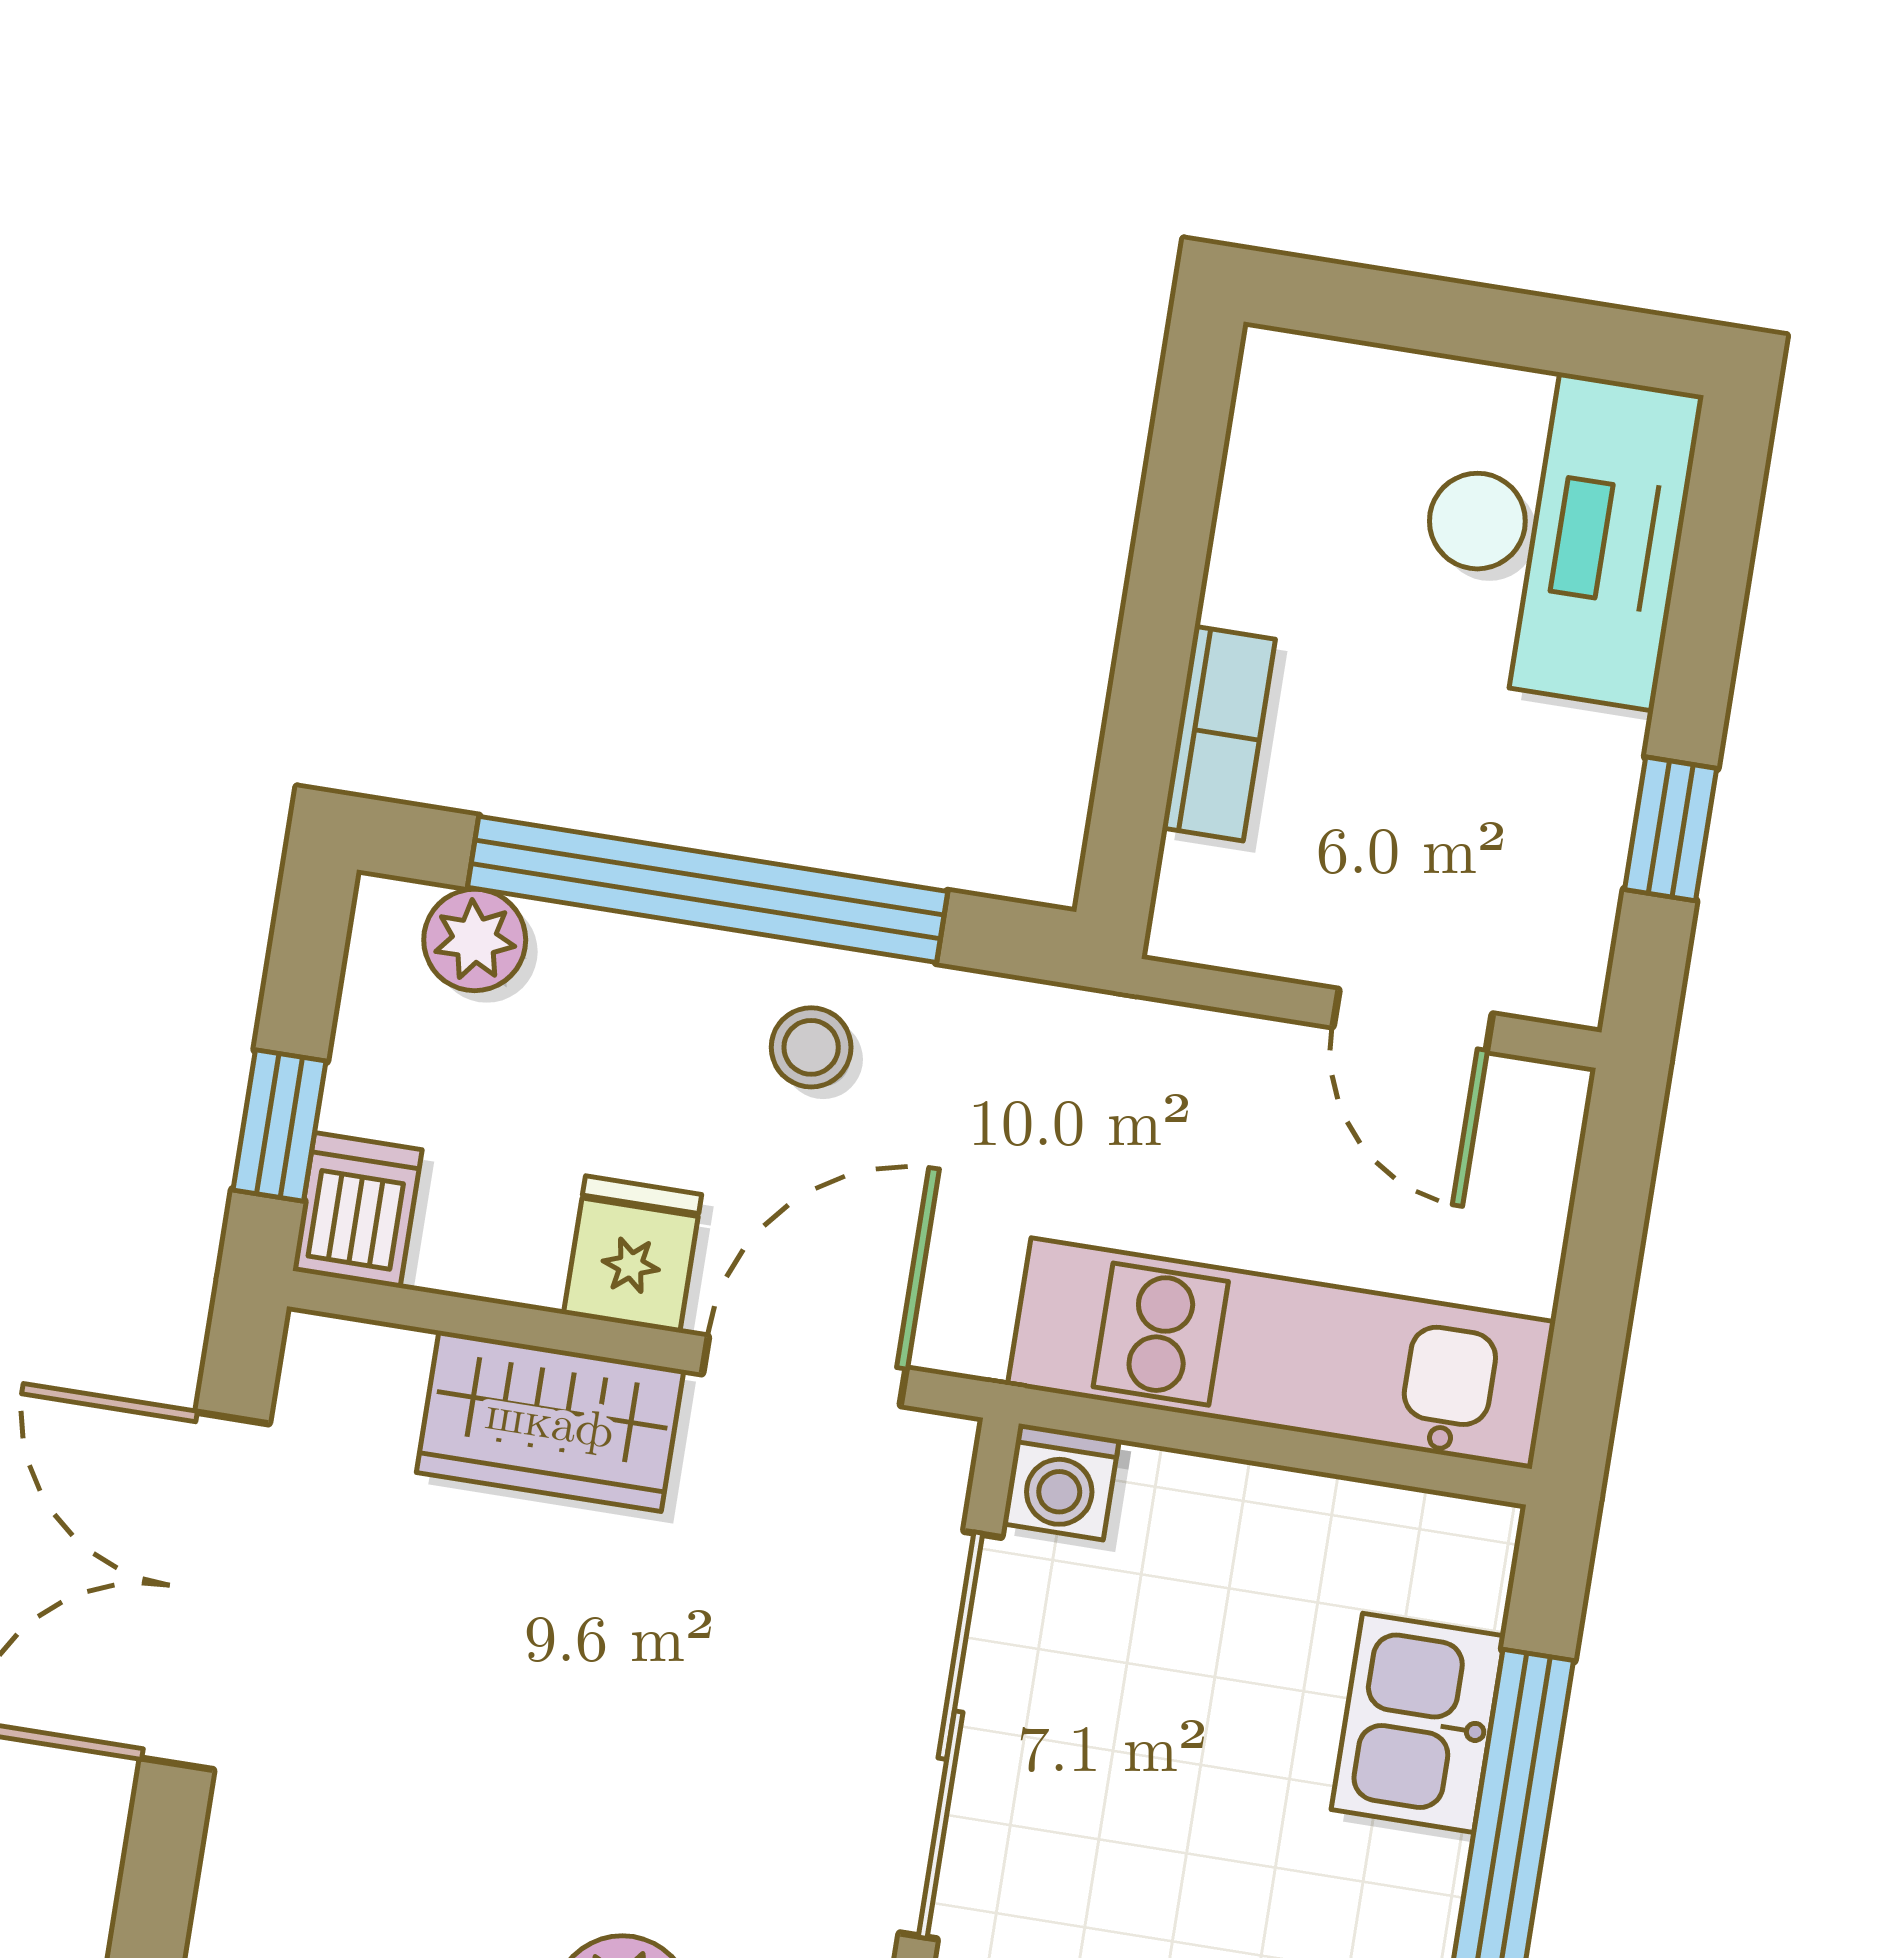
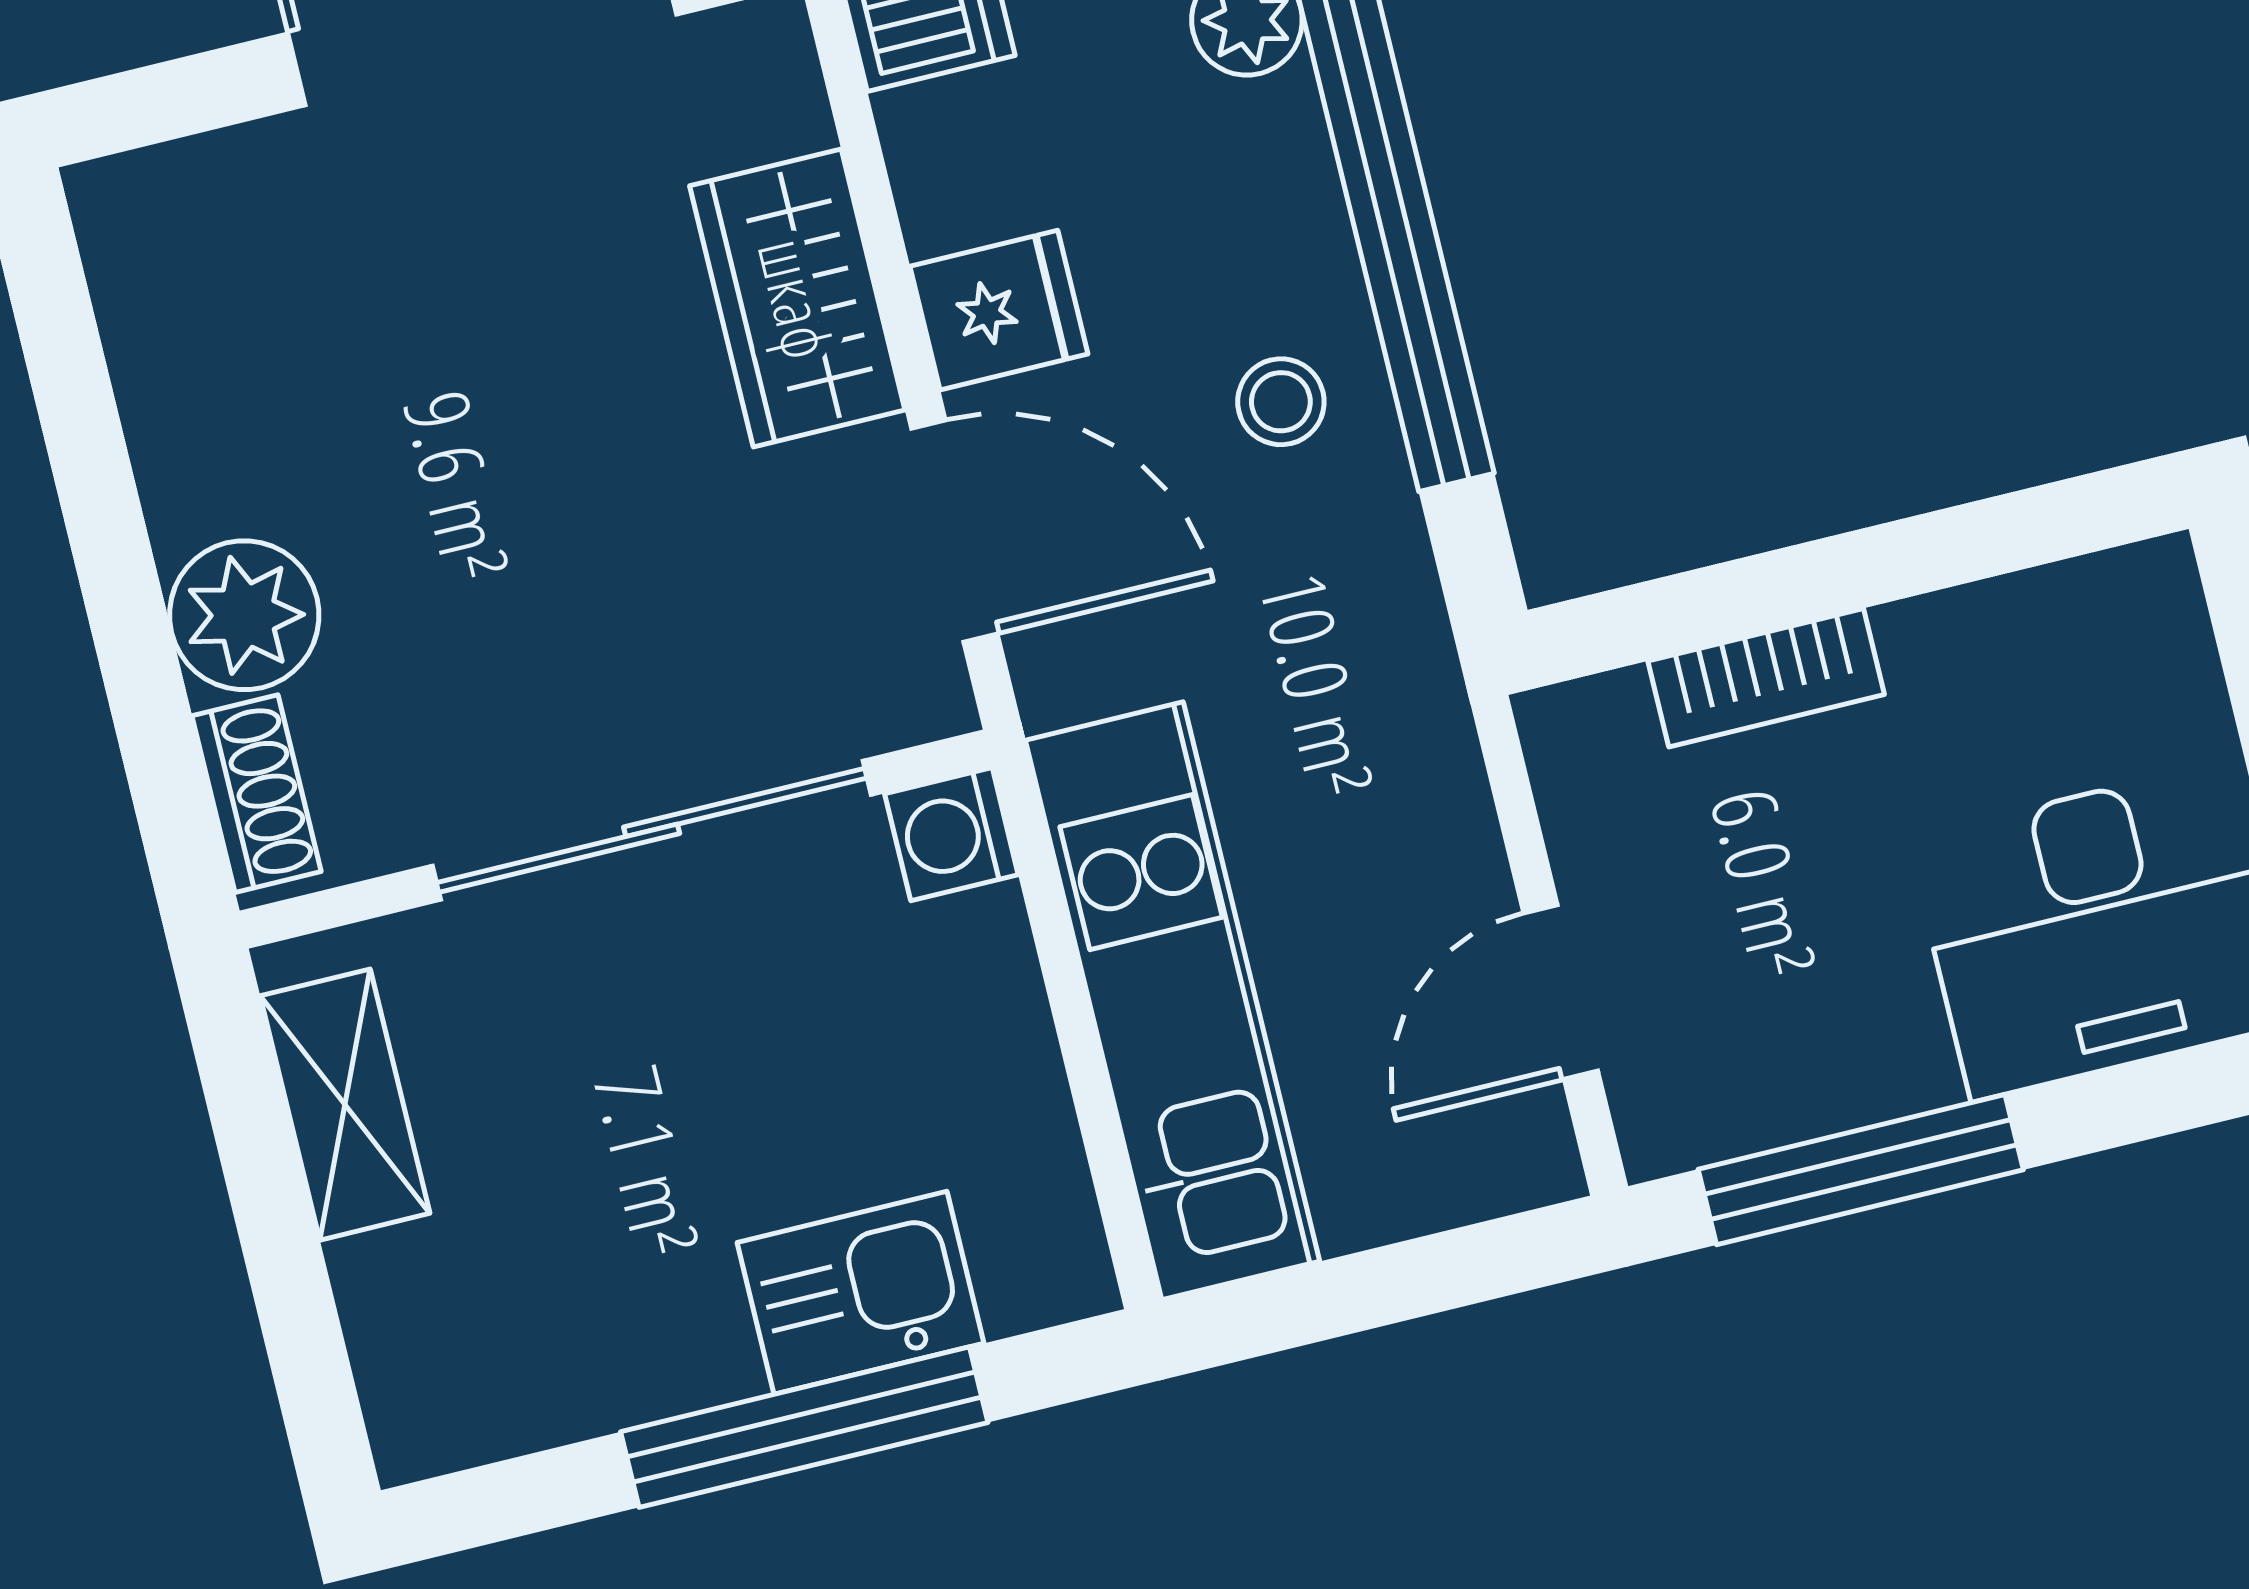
window: (1671, 829) -> (1861, 1170), width x2.17

